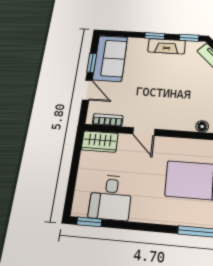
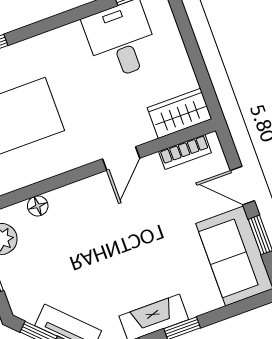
door: (144, 132) -> (121, 158), swing flipped

